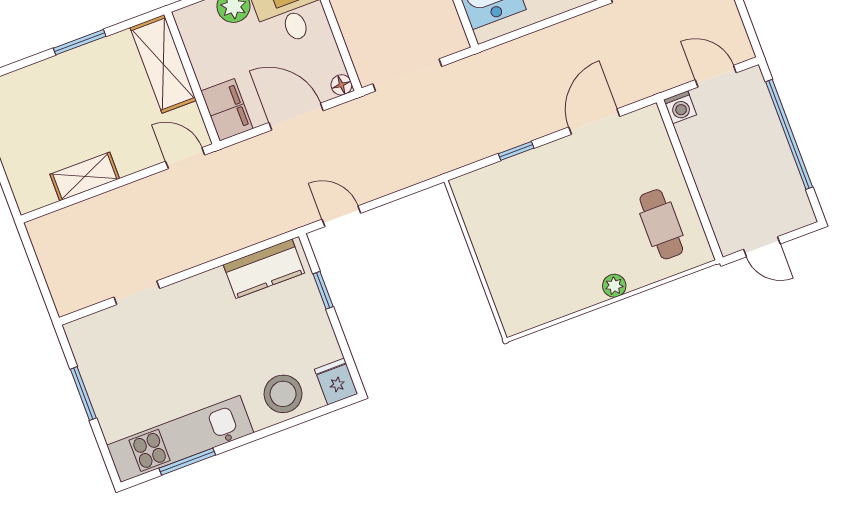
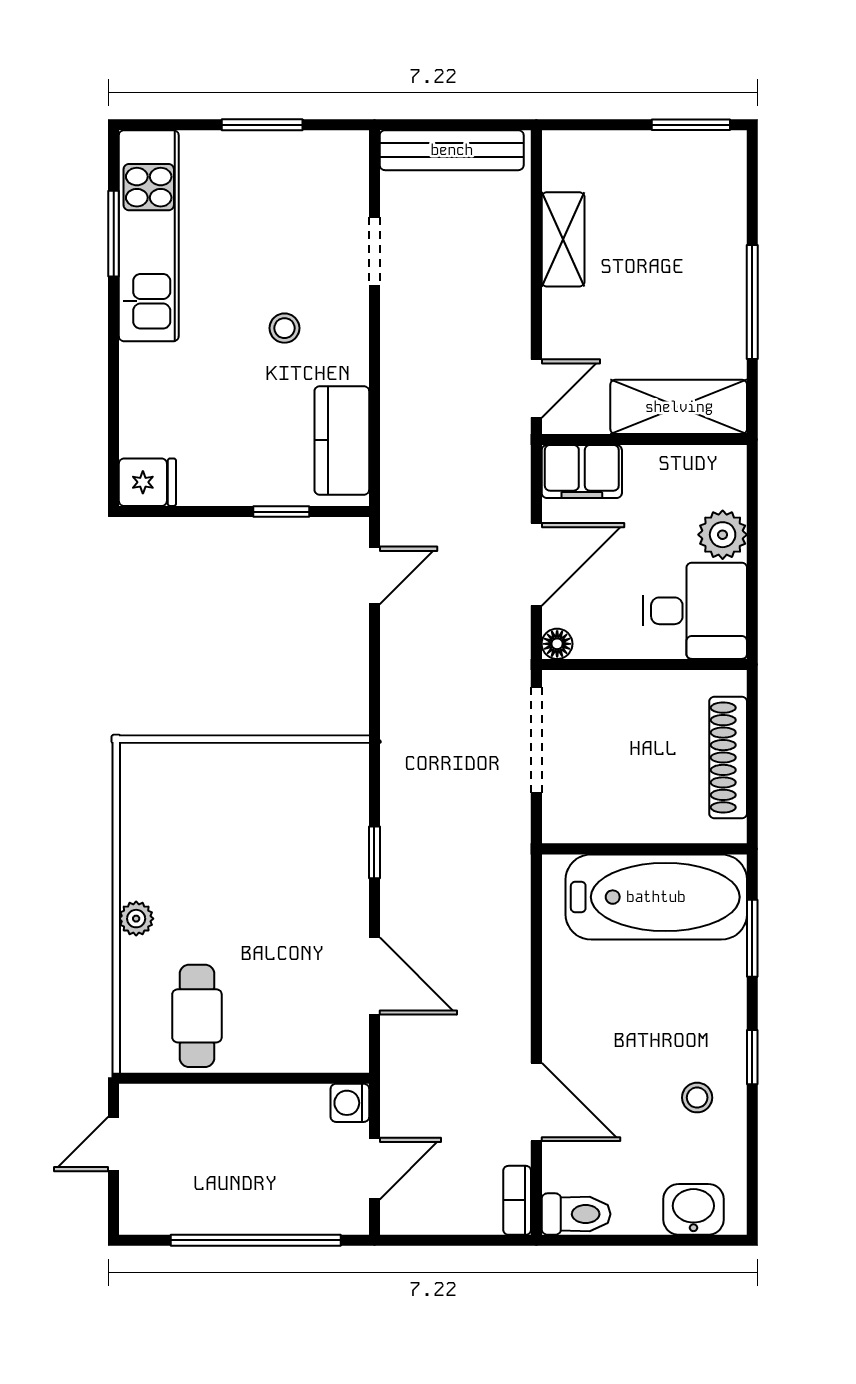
window: (80, 42) -> (752, 302), width x1.44
cafe table: (661, 224) -> (197, 1016), turned 90
bench: (55, 268) -> (452, 150), added
stool: (283, 394) -> (284, 328), moved, width x0.53, depth x0.53

